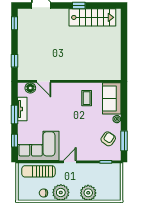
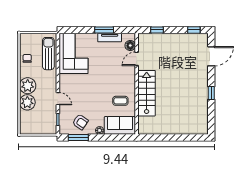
stairs: (92, 17) -> (147, 93), moved, turned 180
window: (14, 141) -> (79, 30), removed
door: (70, 162) -> (58, 99), moved
plant: (61, 192) -> (28, 86), moved

